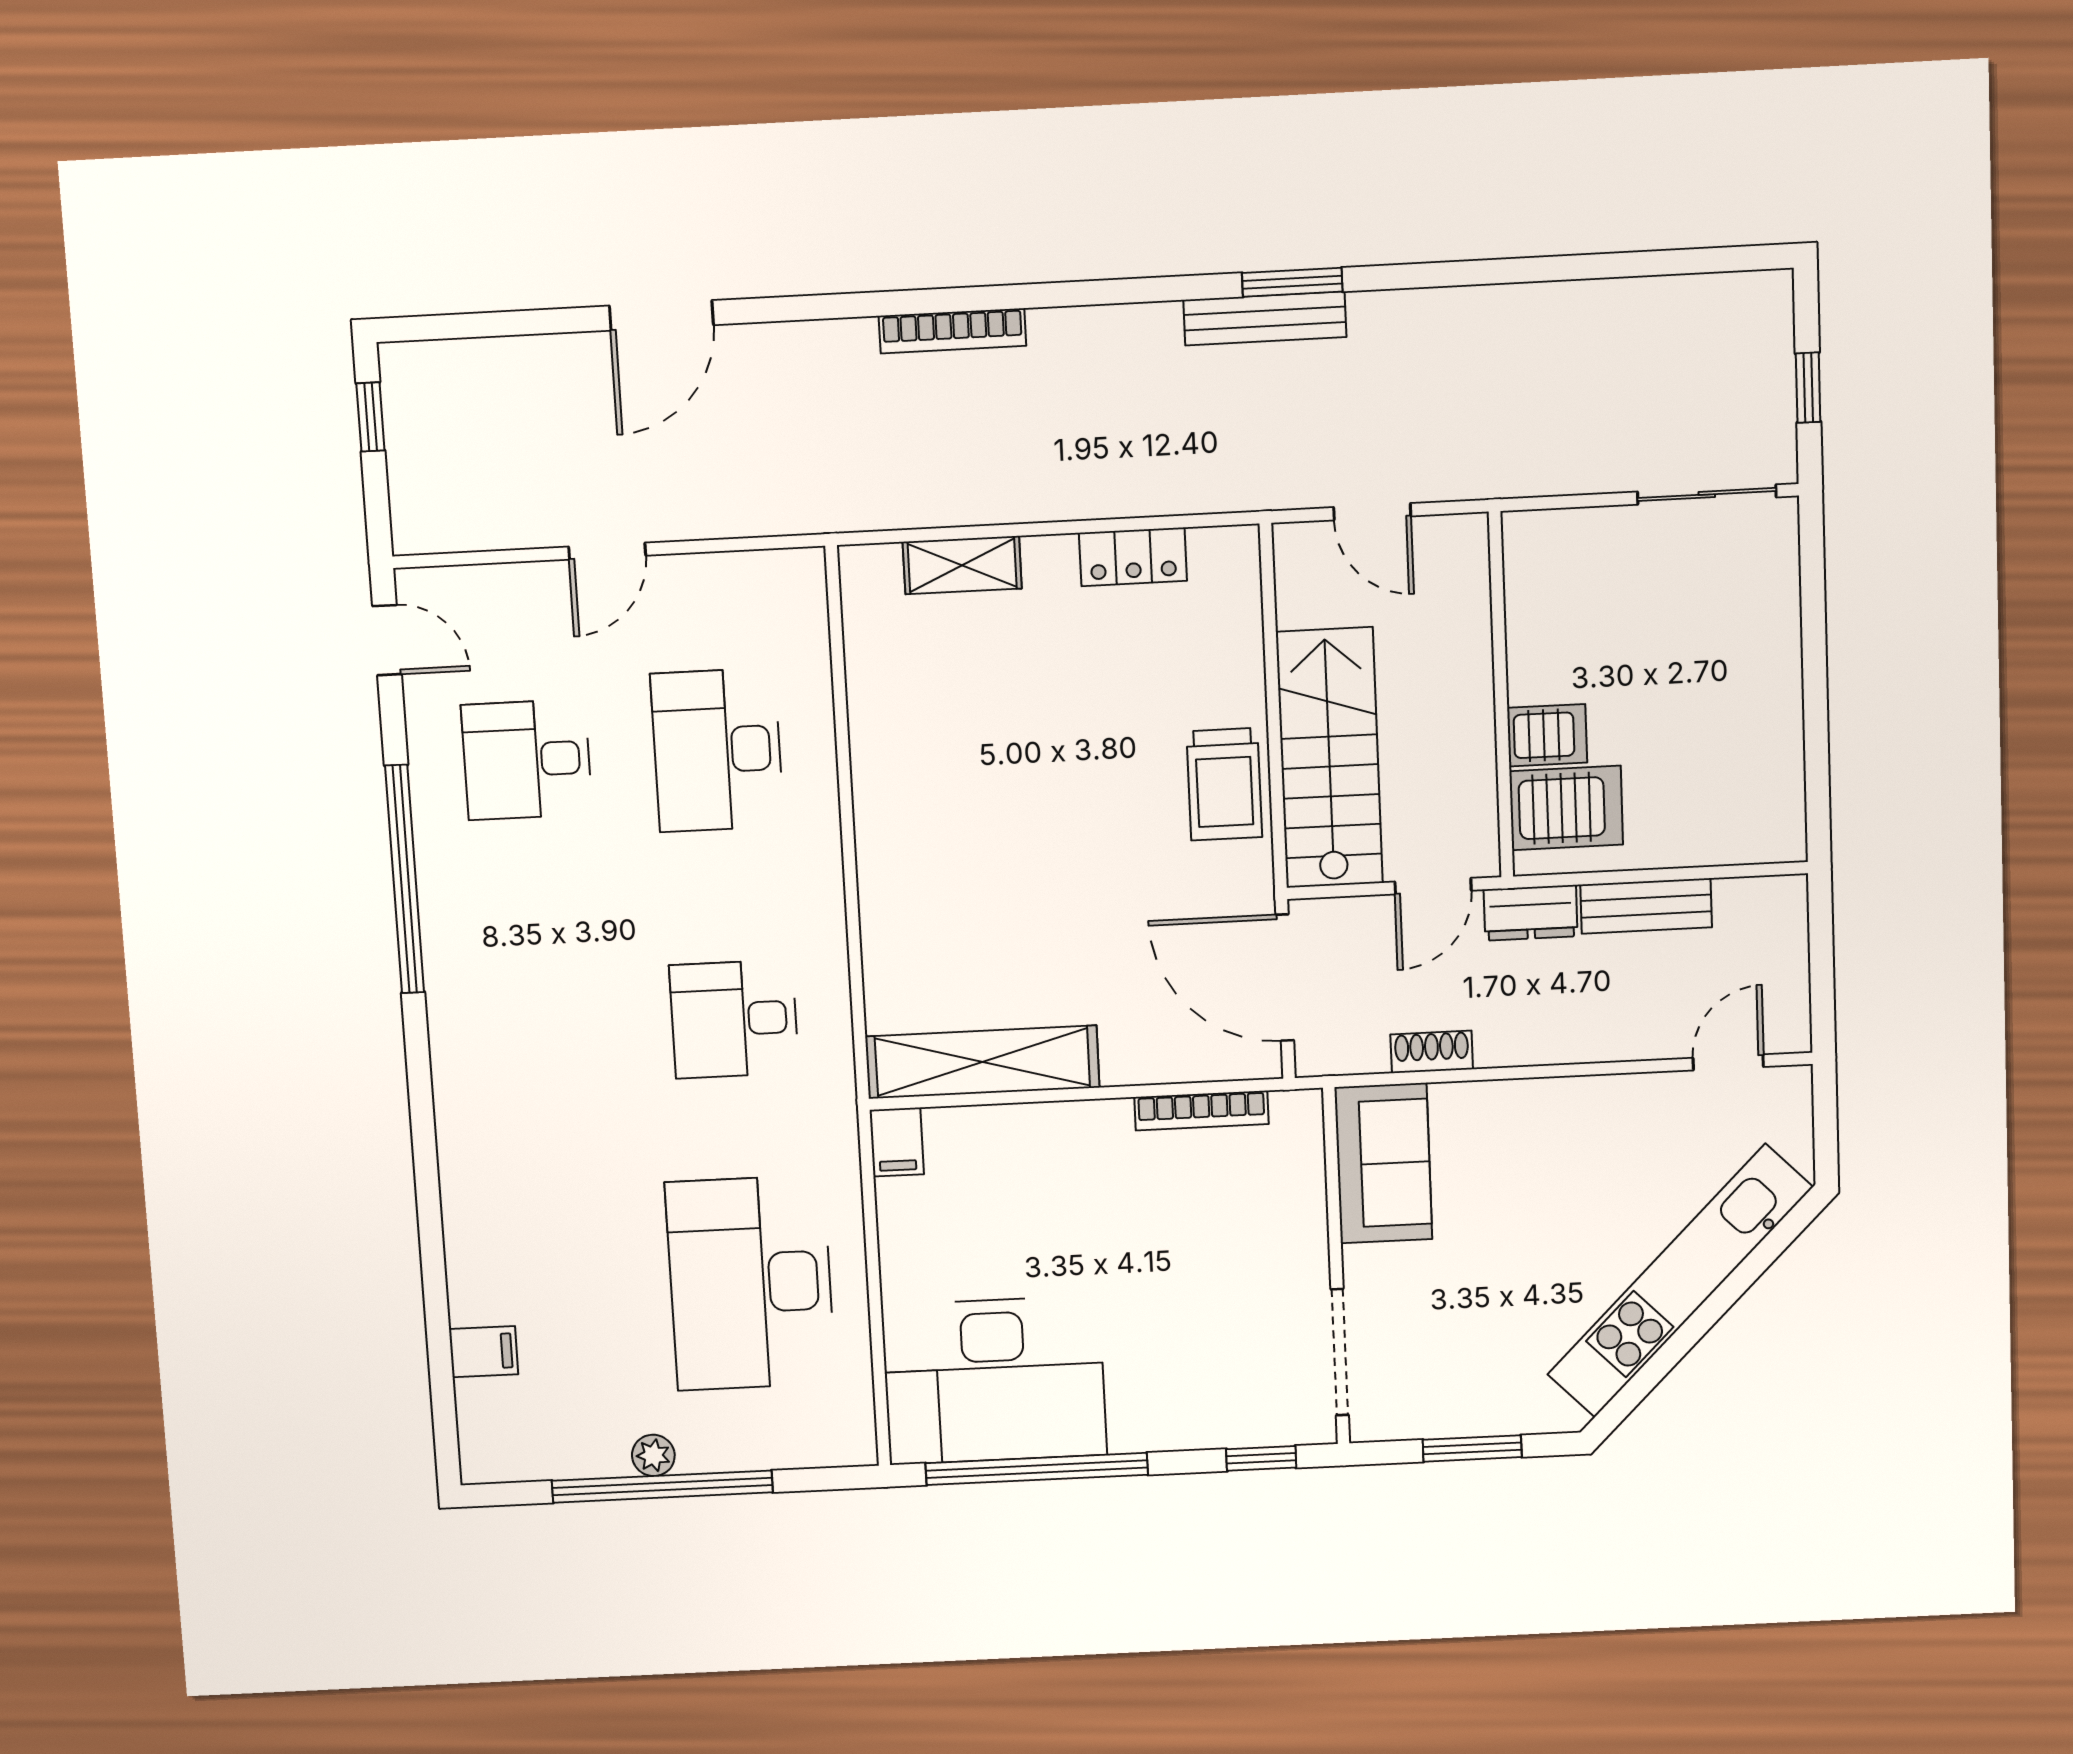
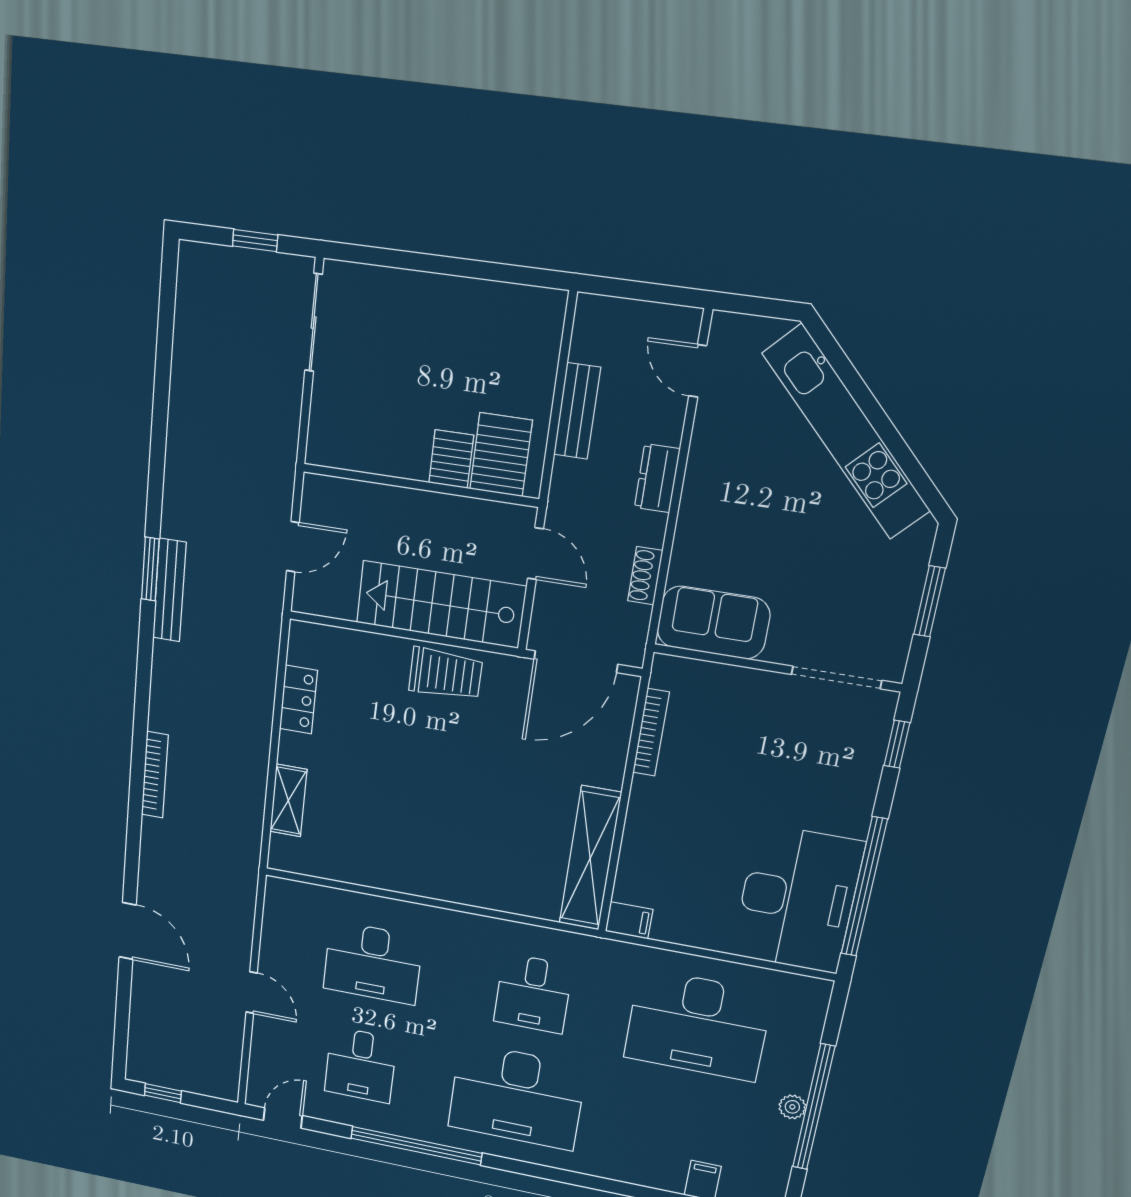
dresser: (1531, 913) -> (657, 478), moved, turned 180
desk: (545, 1028) -> (517, 1096), added

